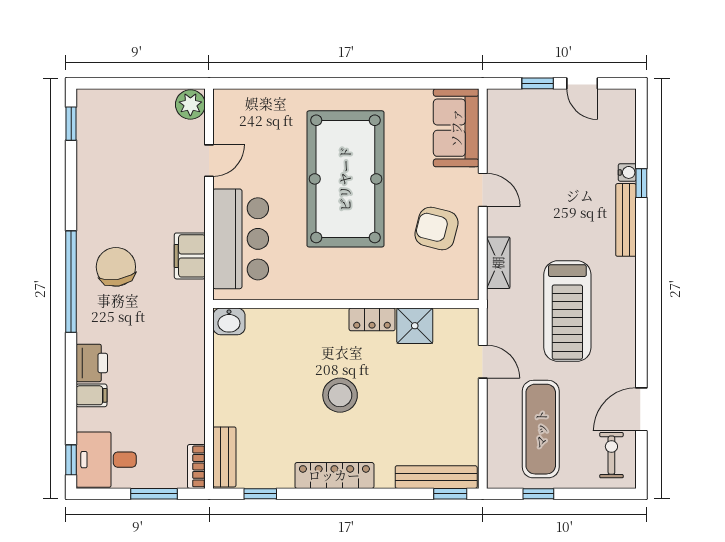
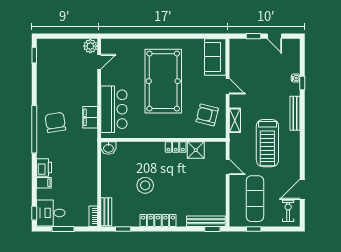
door: (209, 161) -> (99, 62), moved
bench: (626, 220) -> (295, 113), moved
armchair: (436, 228) -> (207, 115), moved
stool: (340, 395) -> (145, 185), moved
window: (154, 494) -> (63, 229), moved

